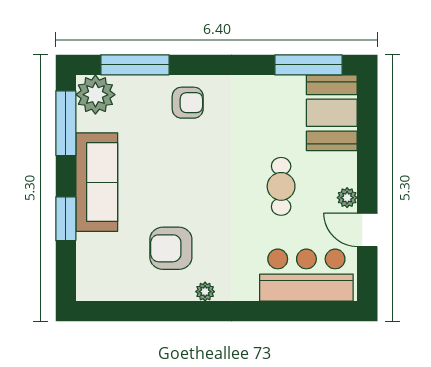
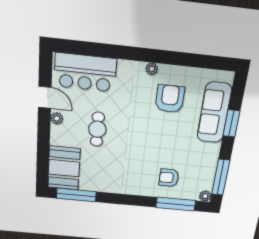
plant: (95, 95) -> (205, 196), width x0.53, depth x0.53
armchair: (188, 103) -> (169, 178), moved
sofa: (97, 182) -> (214, 113), moved
armchair: (171, 248) -> (170, 99), turned -90

